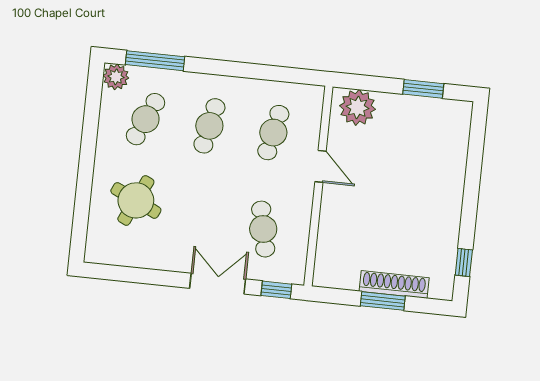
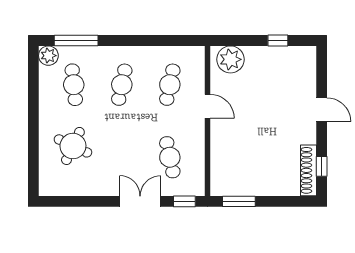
window: (423, 89) -> (278, 41), width x0.67
cafe table: (146, 119) -> (74, 85), turned -30
door: (472, 187) -> (322, 110), added
shoe rack: (394, 284) -> (308, 170), moved, turned -90
window: (383, 301) -> (239, 201), moved

